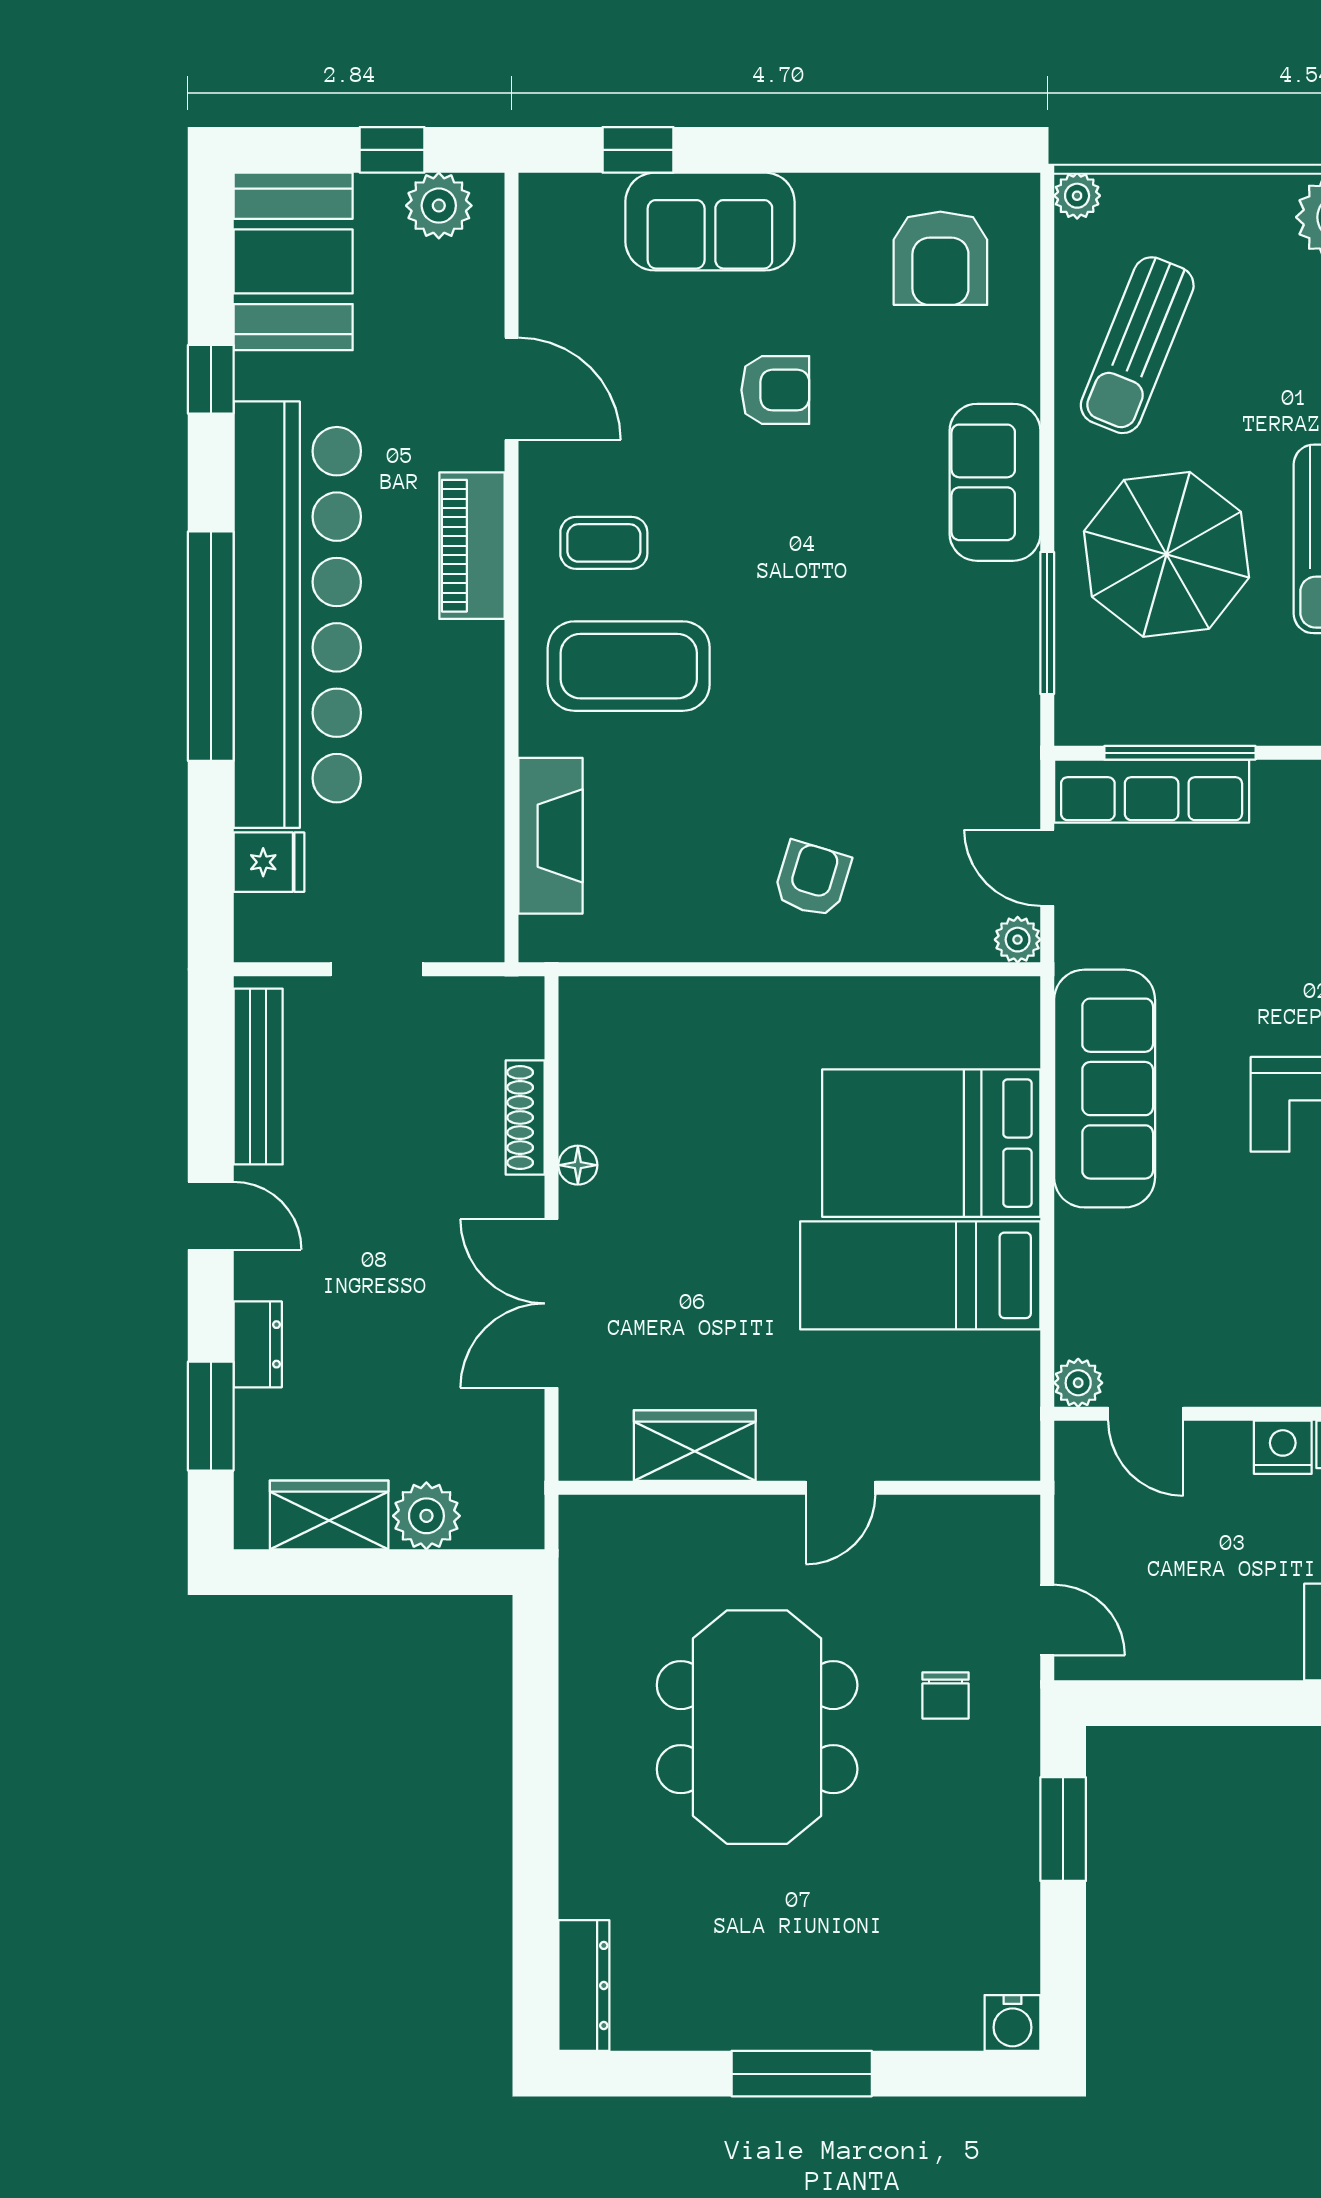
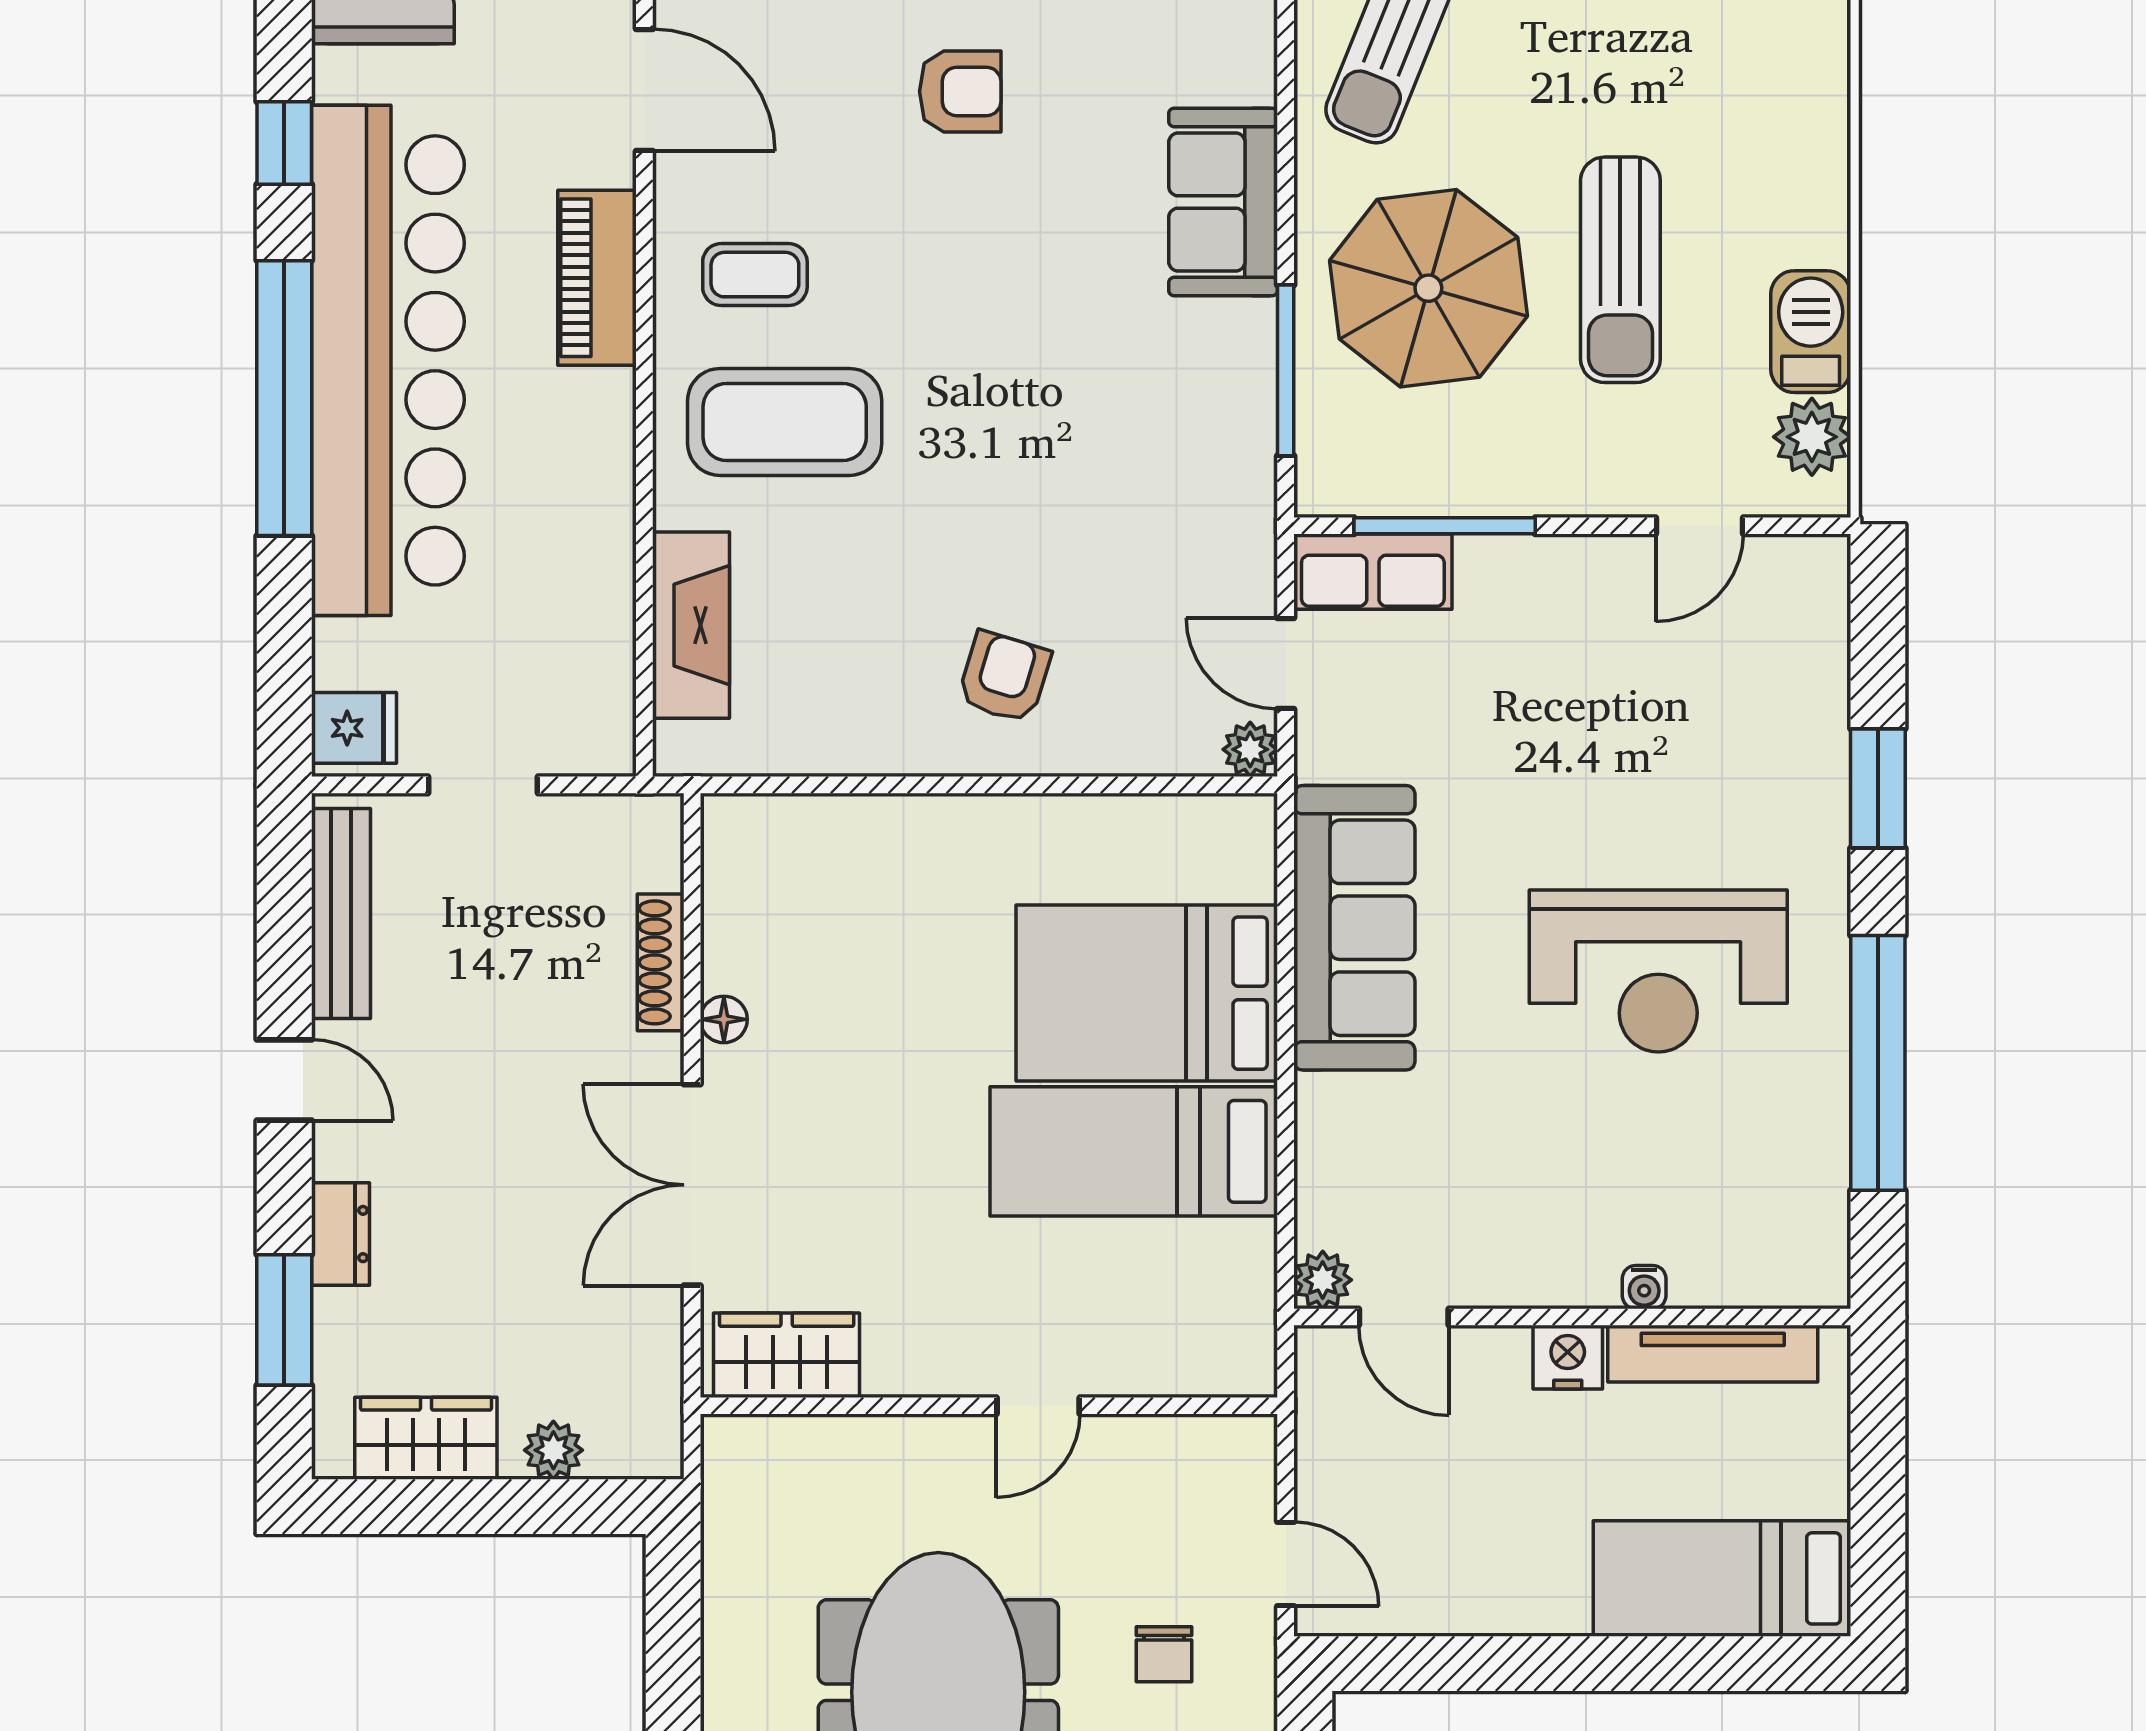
window: (211, 379) -> (284, 143), moved
row of seats: (1152, 791) -> (1373, 572), width x0.68
fridge: (269, 862) -> (354, 728), moved
wardrobe: (695, 1446) -> (787, 1355), moved
plant: (426, 1516) -> (553, 1450), width x0.73, depth x0.73

